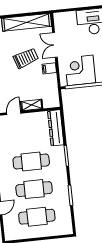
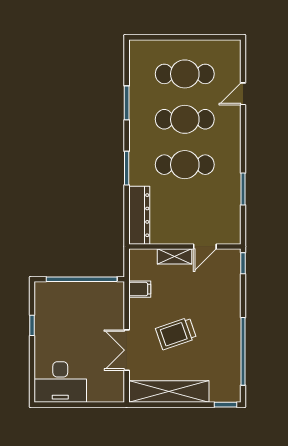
double door: (55, 45) -> (127, 350), swing flipped
filing cabinet: (49, 68) -> (140, 289), moved
corner desk: (80, 70) -> (90, 304), removed

